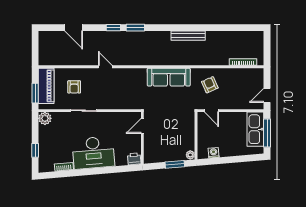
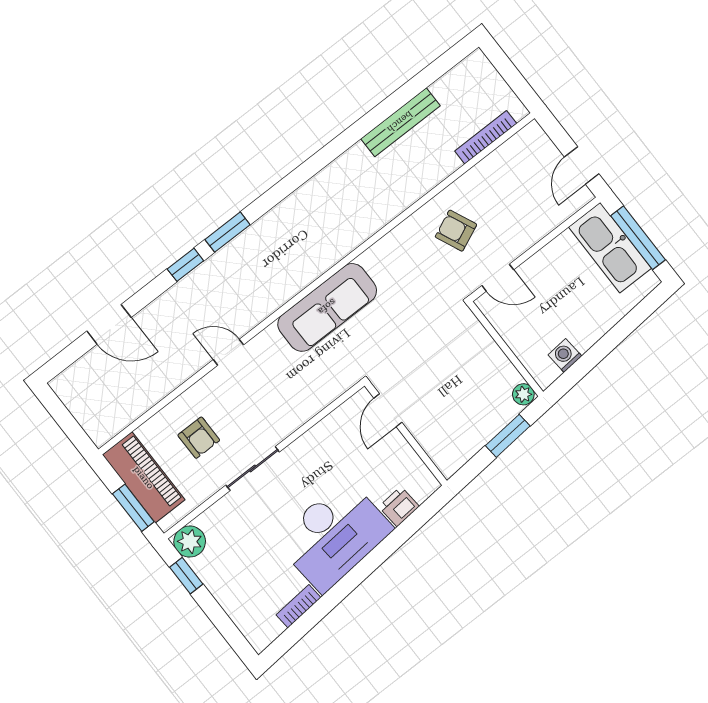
bench: (188, 36) -> (400, 122), moved
sofa: (169, 77) -> (327, 307), moved
window: (35, 150) -> (186, 576), moved
printer: (134, 159) -> (399, 507), moved

